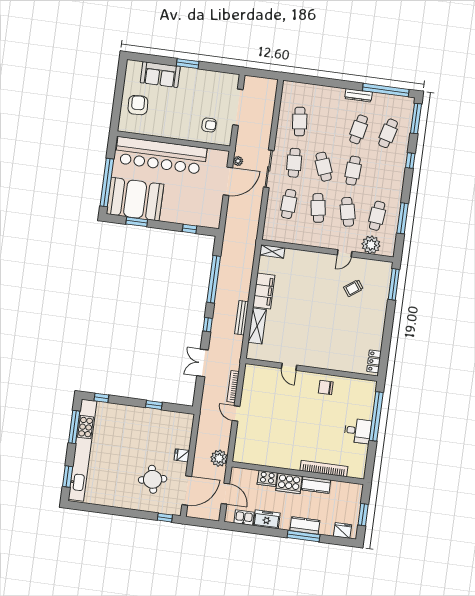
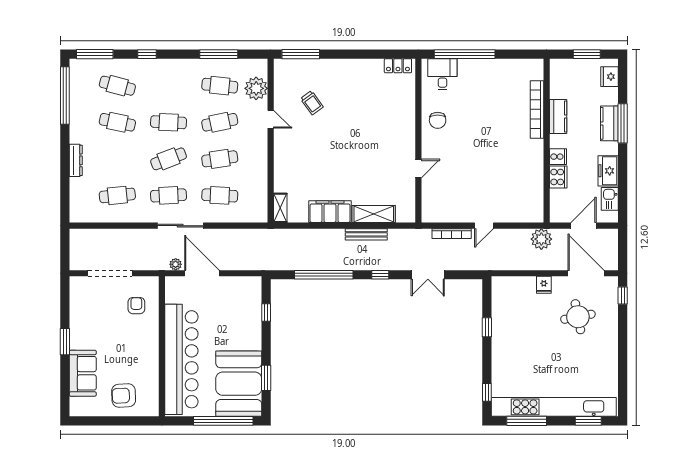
dresser: (359, 95) -> (76, 160), moved
desk: (358, 431) -> (442, 74), moved
cooker: (289, 483) -> (558, 157), width x0.53, depth x0.76

